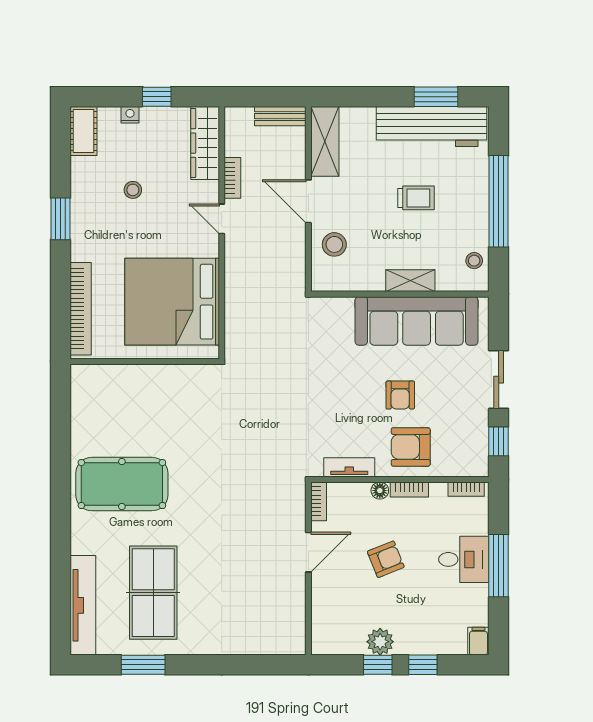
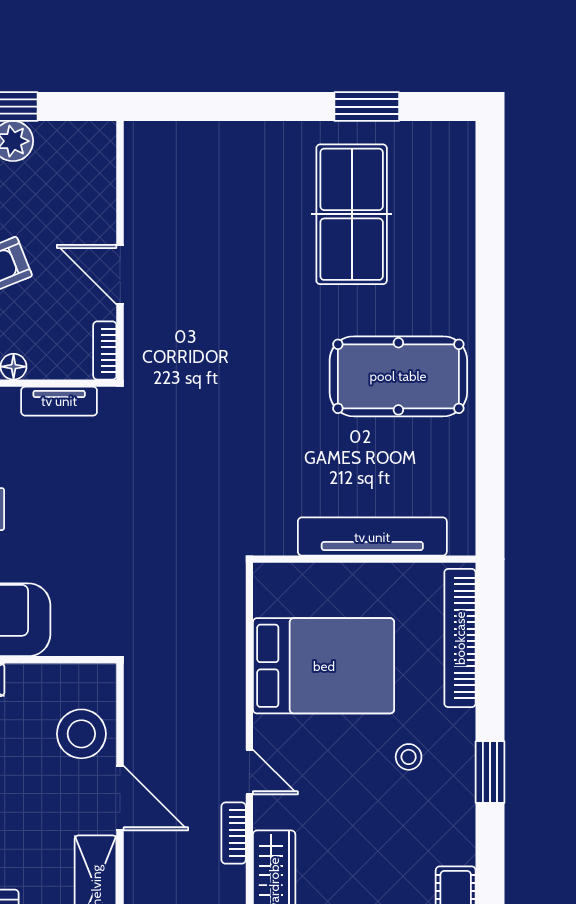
stool: (133, 190) -> (409, 757), moved
stool: (334, 244) -> (81, 734), width x1.38, depth x1.38
bed: (172, 302) -> (324, 666), width x0.73
door: (308, 552) -> (120, 275), hinge flipped
tv unit: (83, 605) -> (372, 537), moved, turned 90

